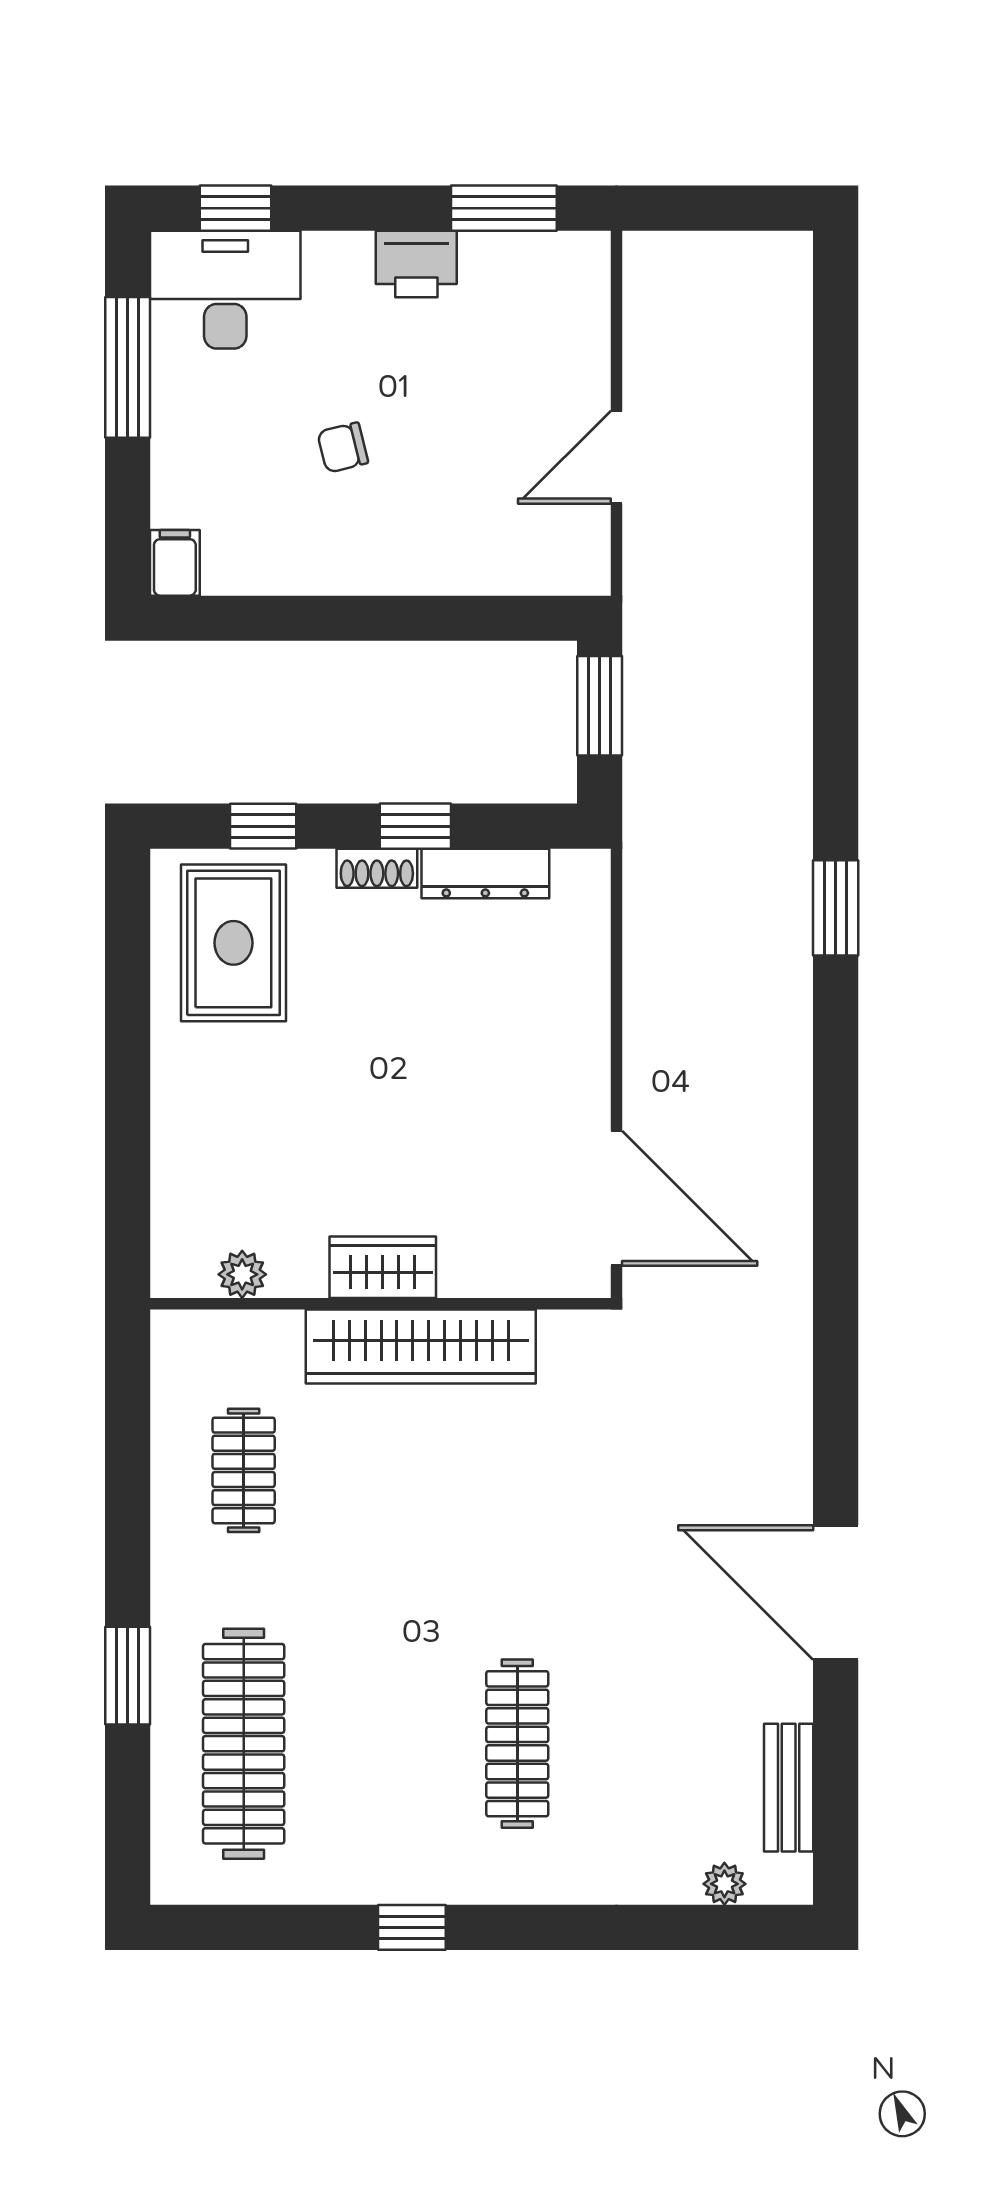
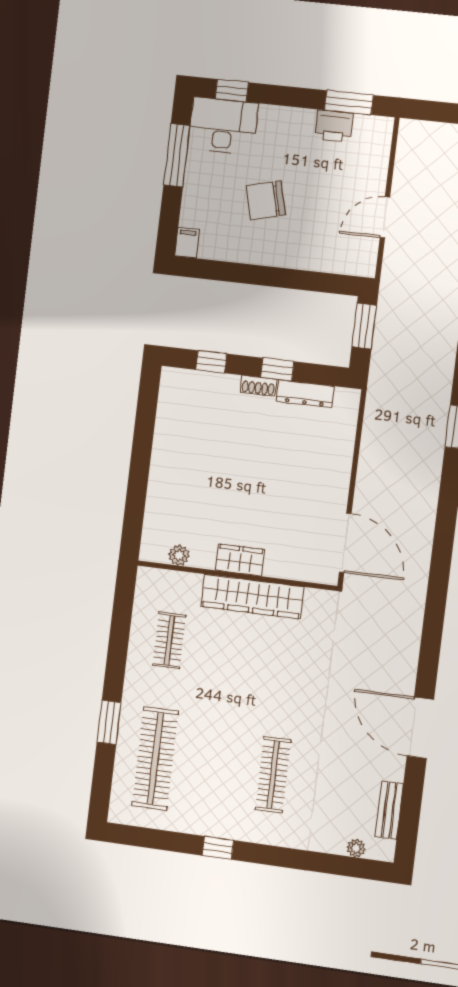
printer: (416, 264) -> (334, 126), moved
chair: (343, 447) -> (266, 200), width x1.87, depth x1.87
rug: (233, 943) -> (192, 411), removed

